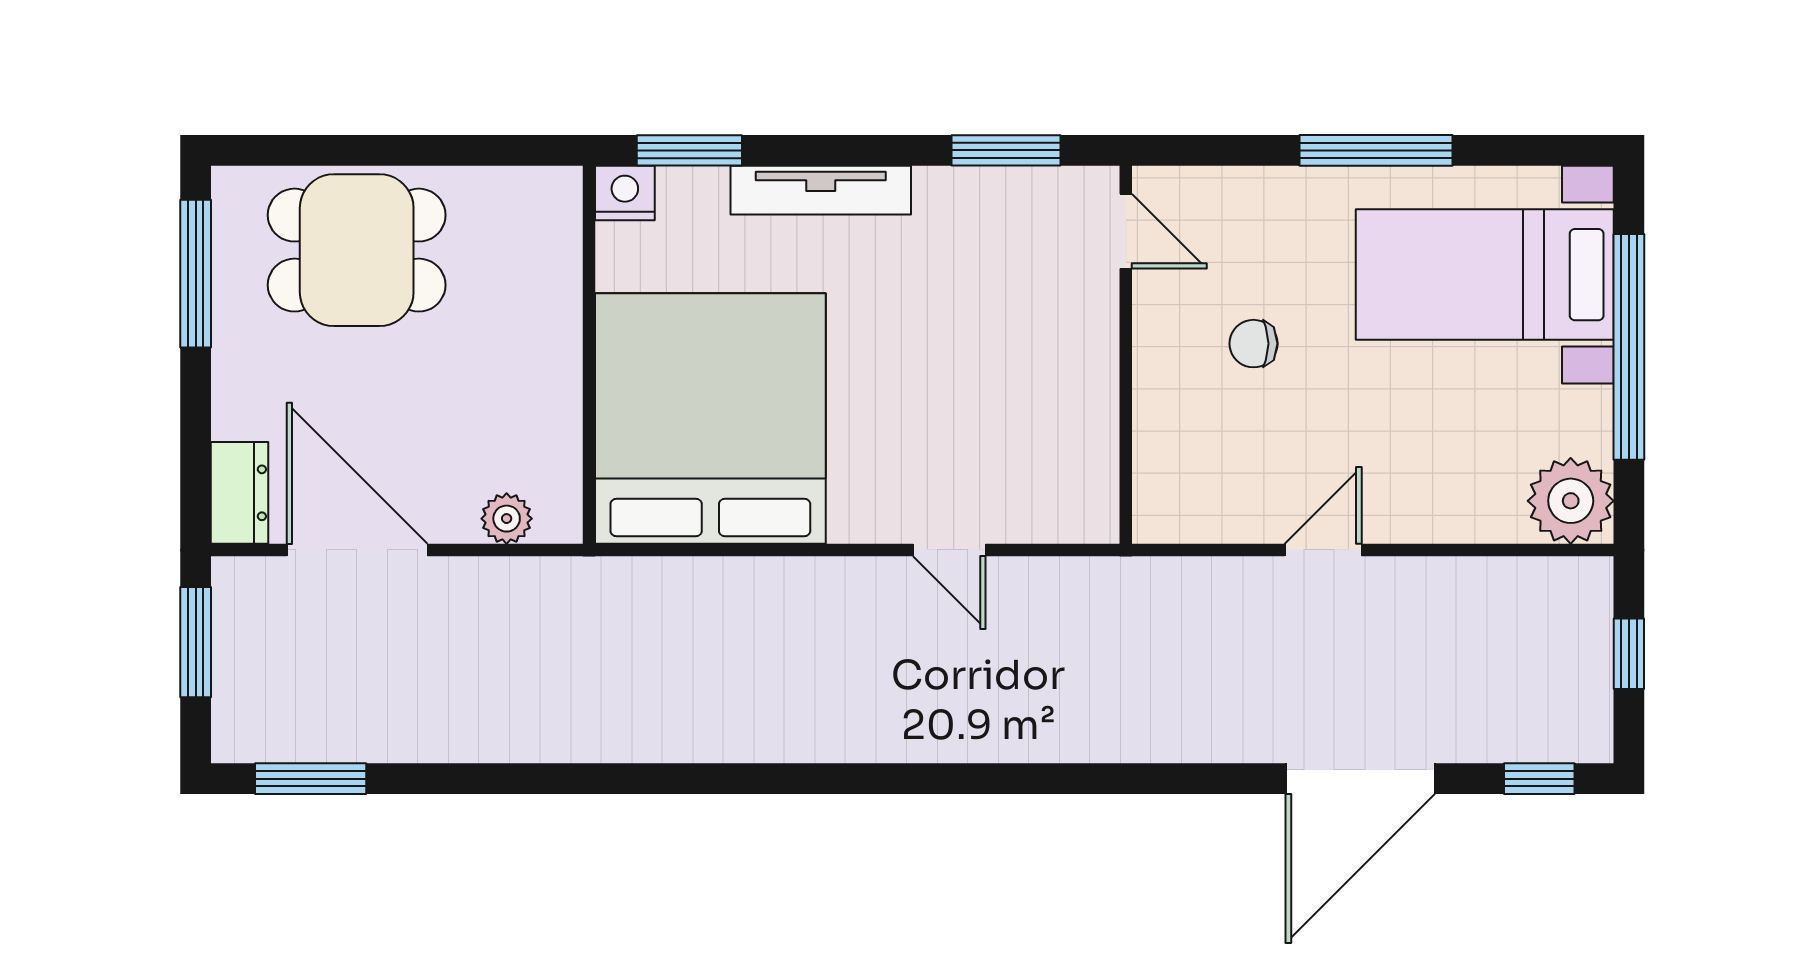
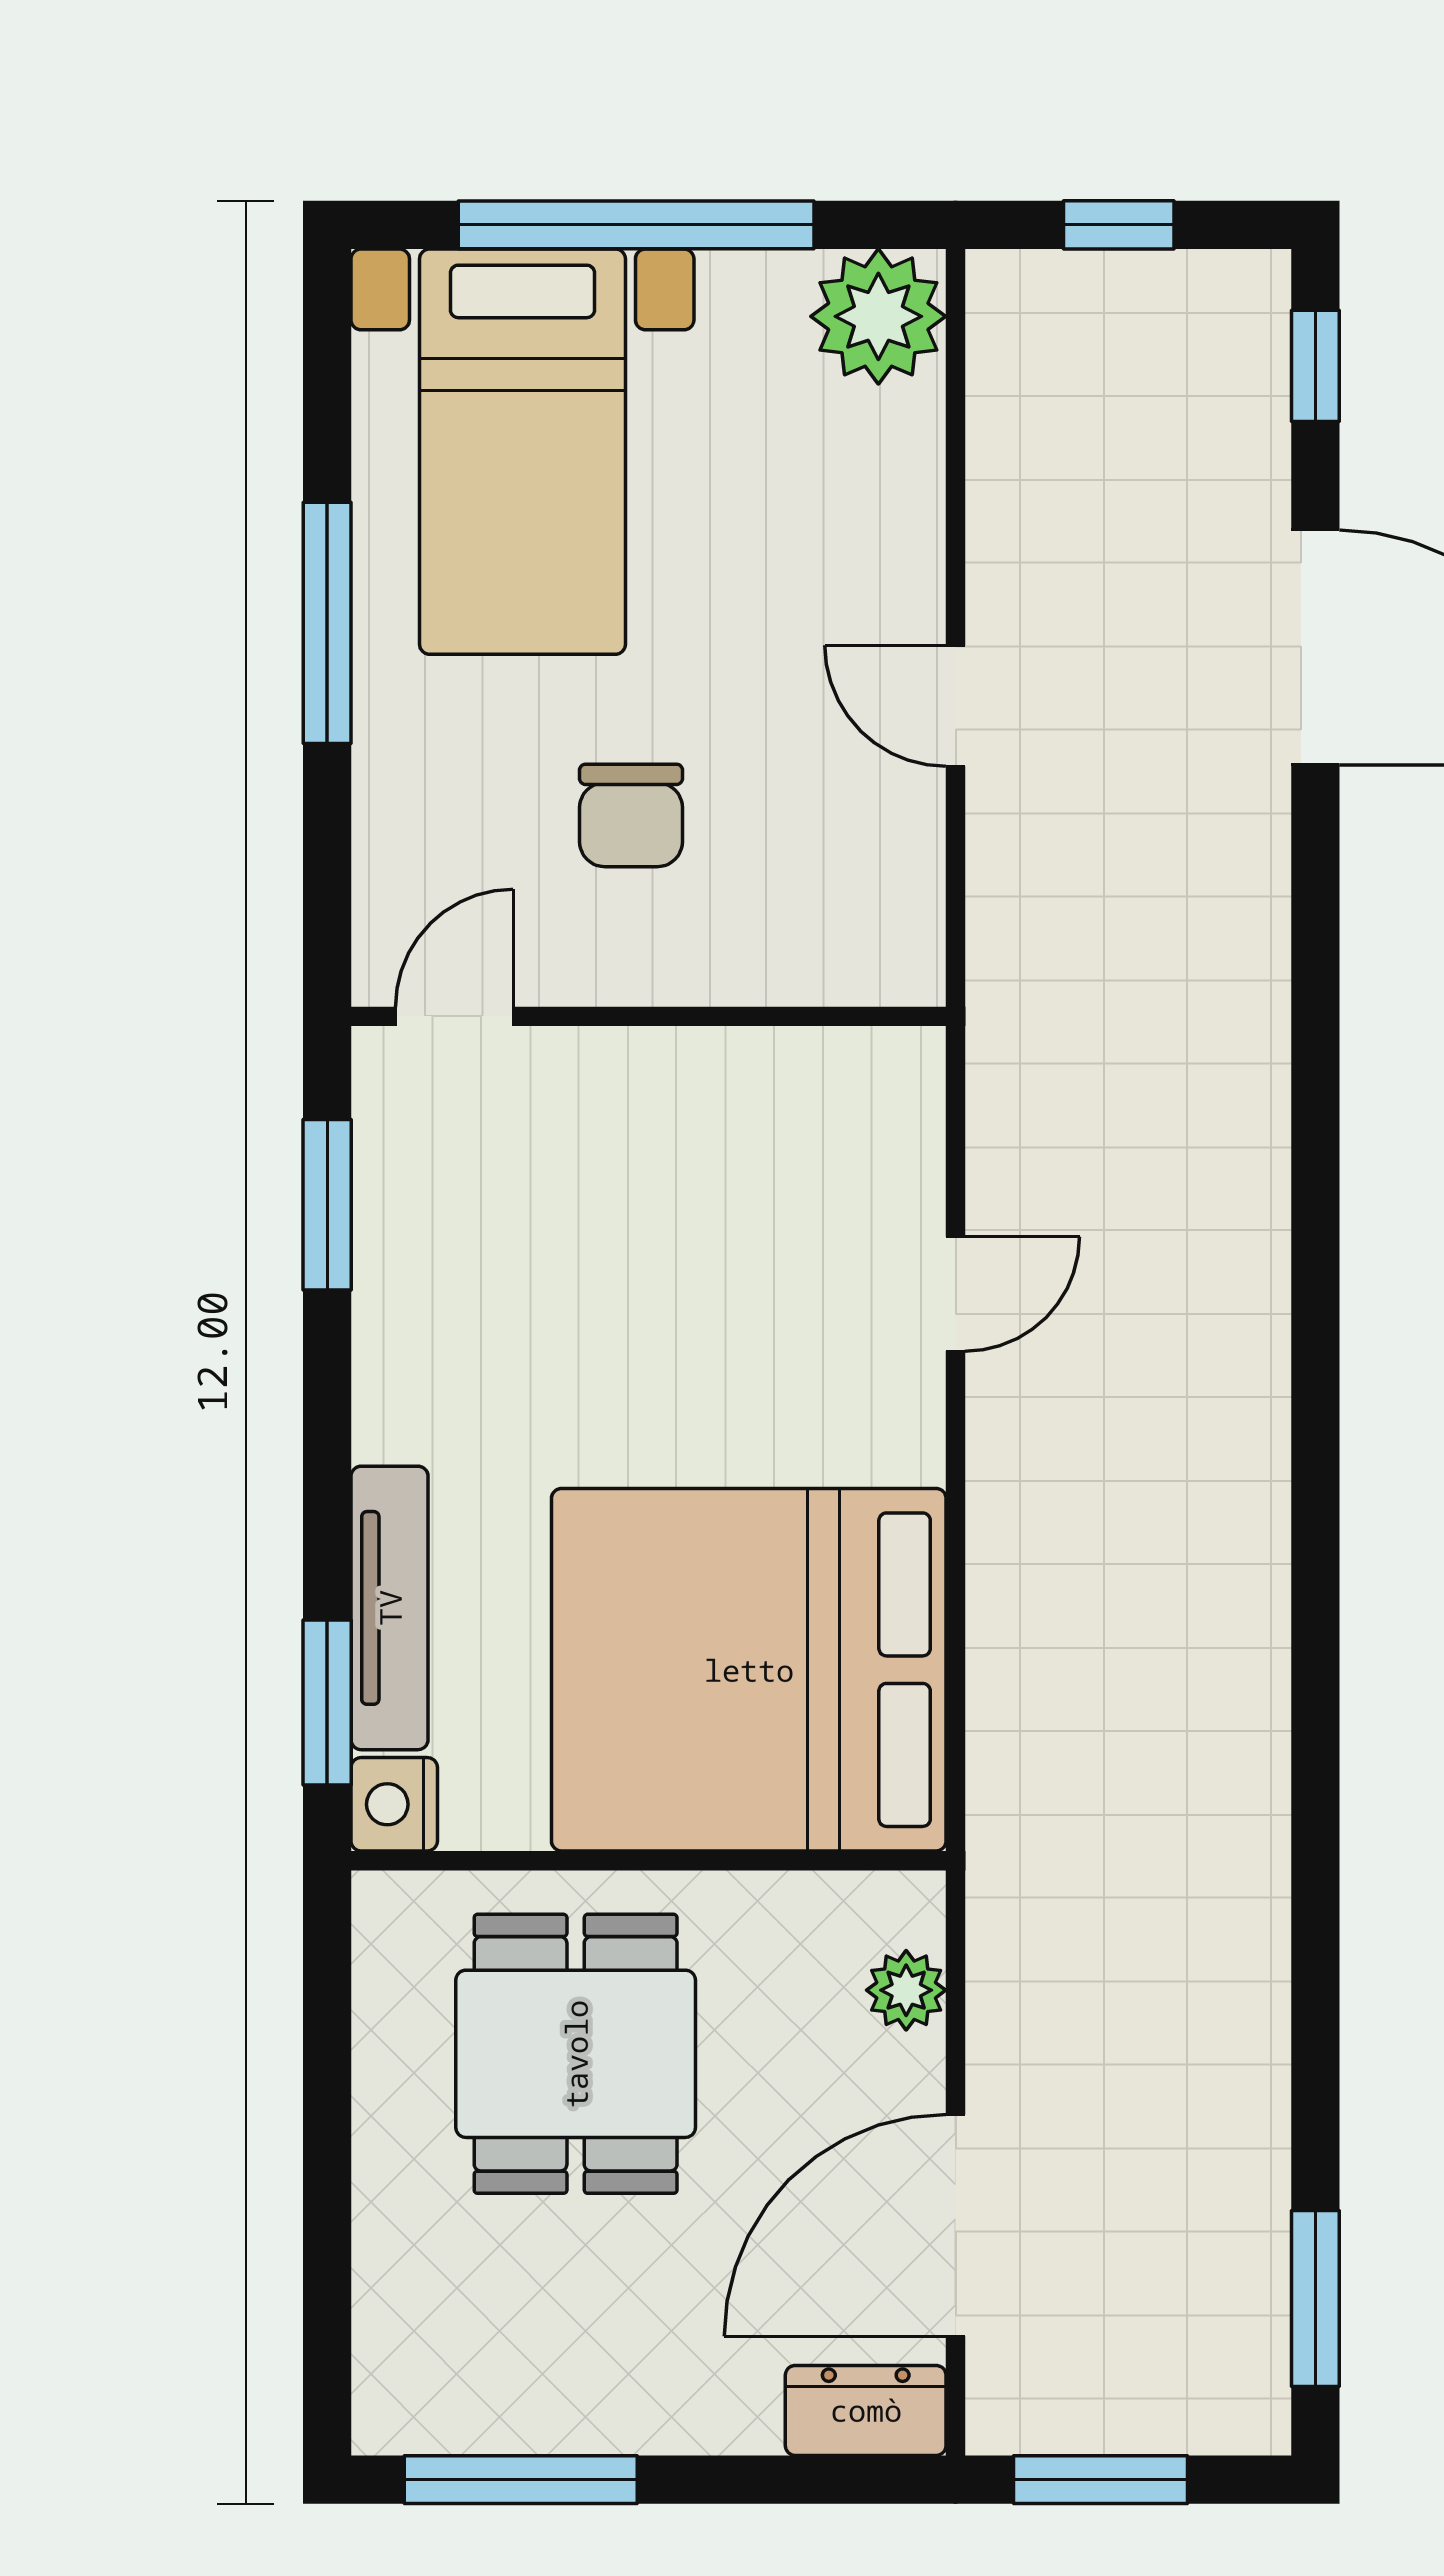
tv unit: (821, 190) -> (390, 1608), moved
dining table: (357, 250) -> (576, 2054), moved
chair: (1253, 344) -> (631, 815), width x1.37, depth x1.37

